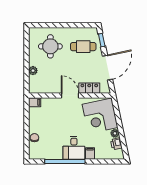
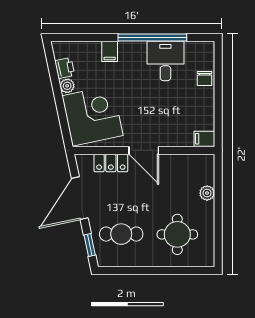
desk: (74, 148) -> (165, 61), moved

